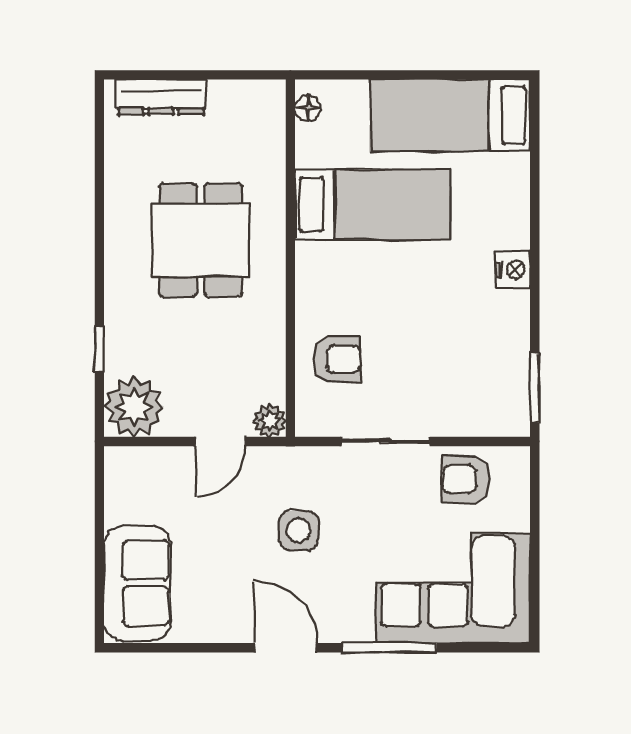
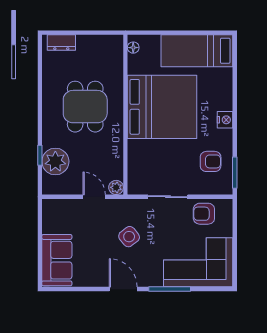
dresser: (161, 97) -> (61, 43), width x0.70
bed: (372, 204) -> (162, 107), width x2.04
armchair: (337, 359) -> (211, 161), moved
plant: (134, 407) -> (55, 161), moved
door: (220, 441) -> (94, 197), swing flipped
side table: (299, 531) -> (129, 237), turned -38

